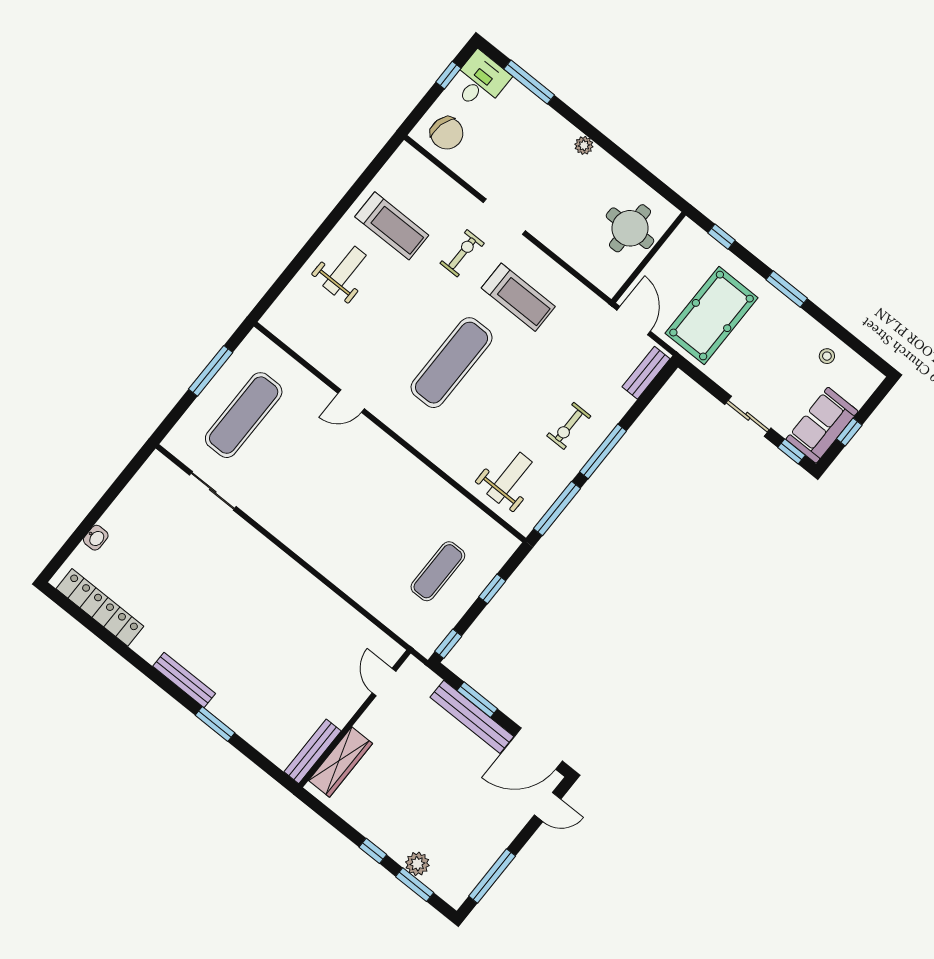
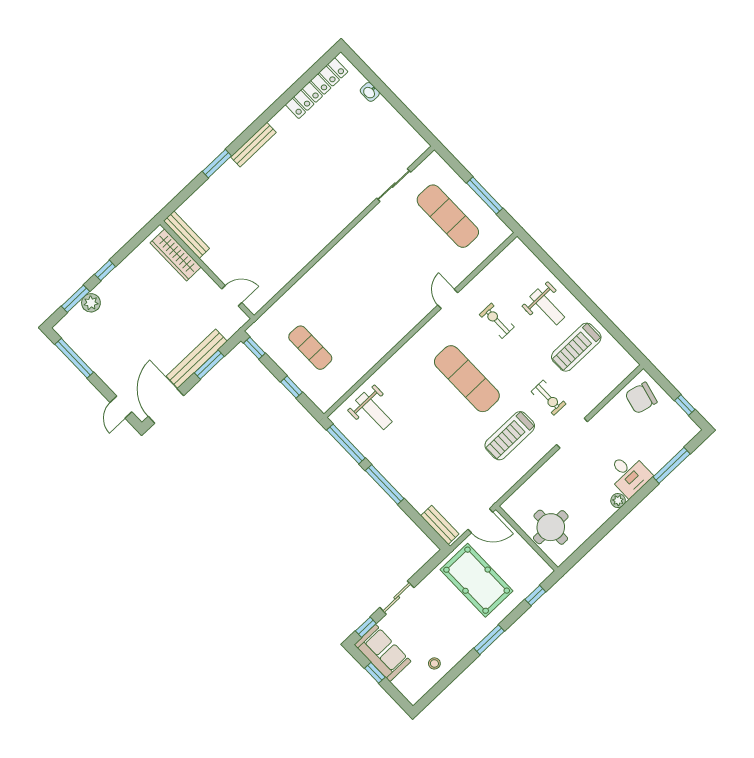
desk: (480, 81) -> (629, 474), moved
exercise bike: (569, 426) -> (497, 321), moved

